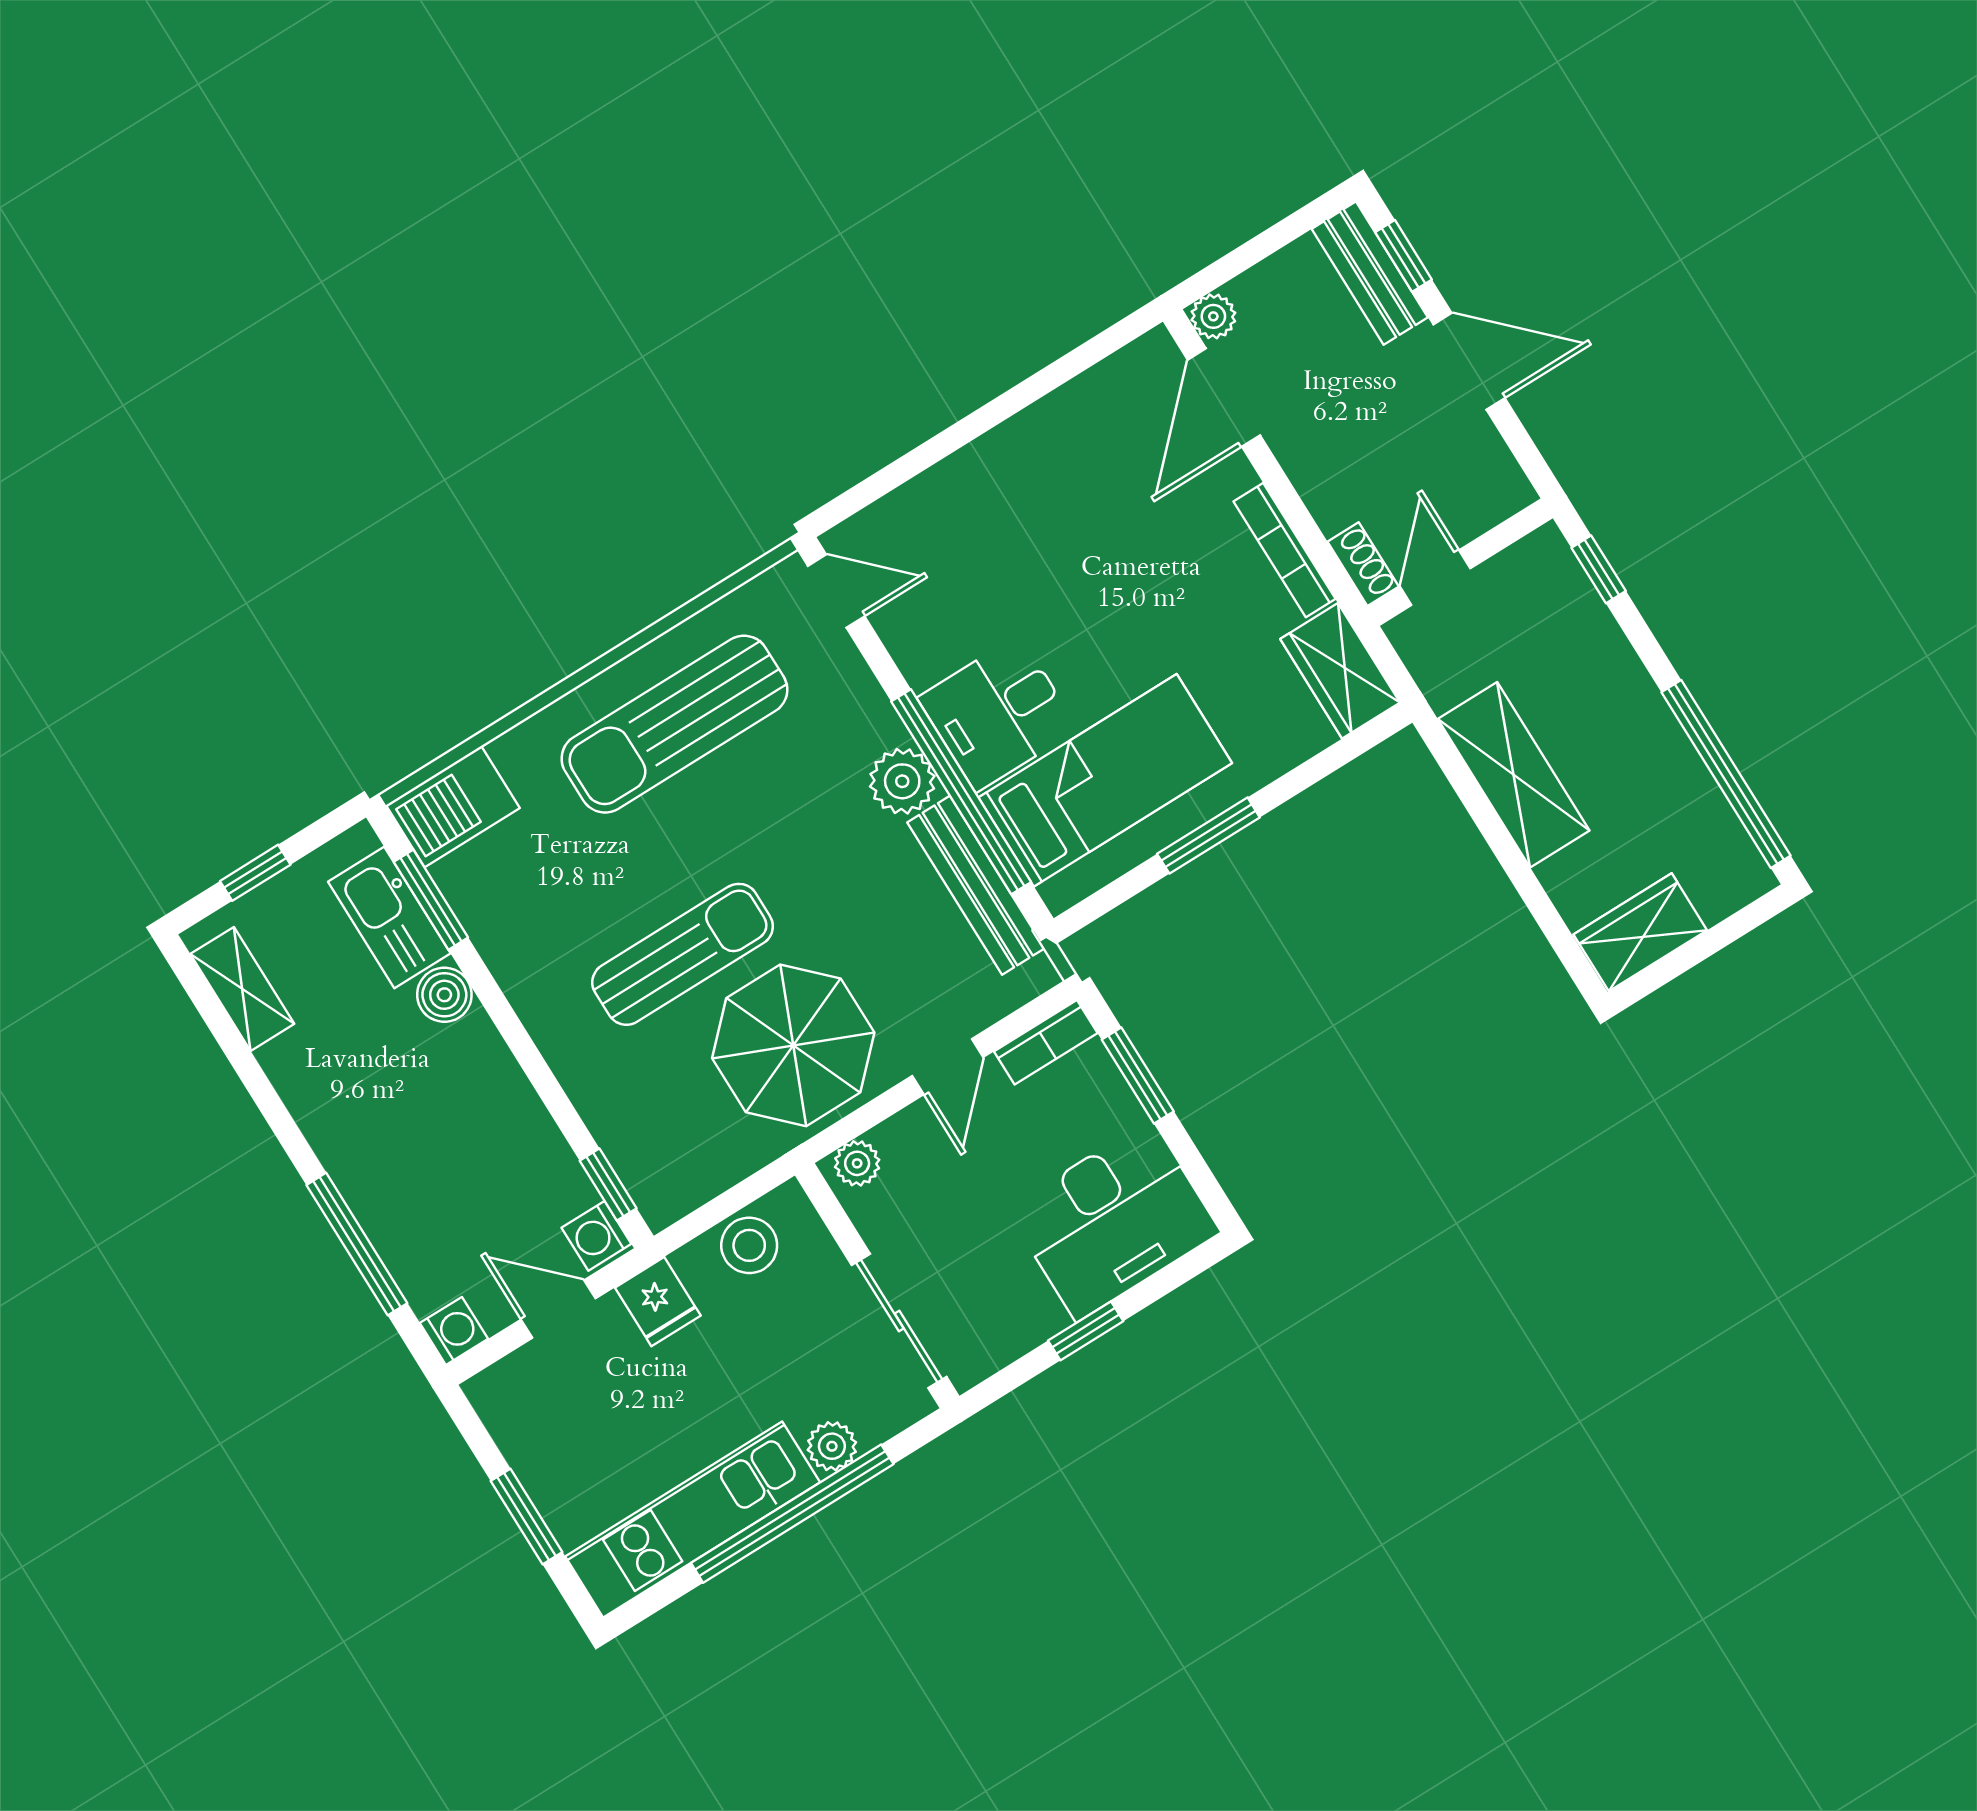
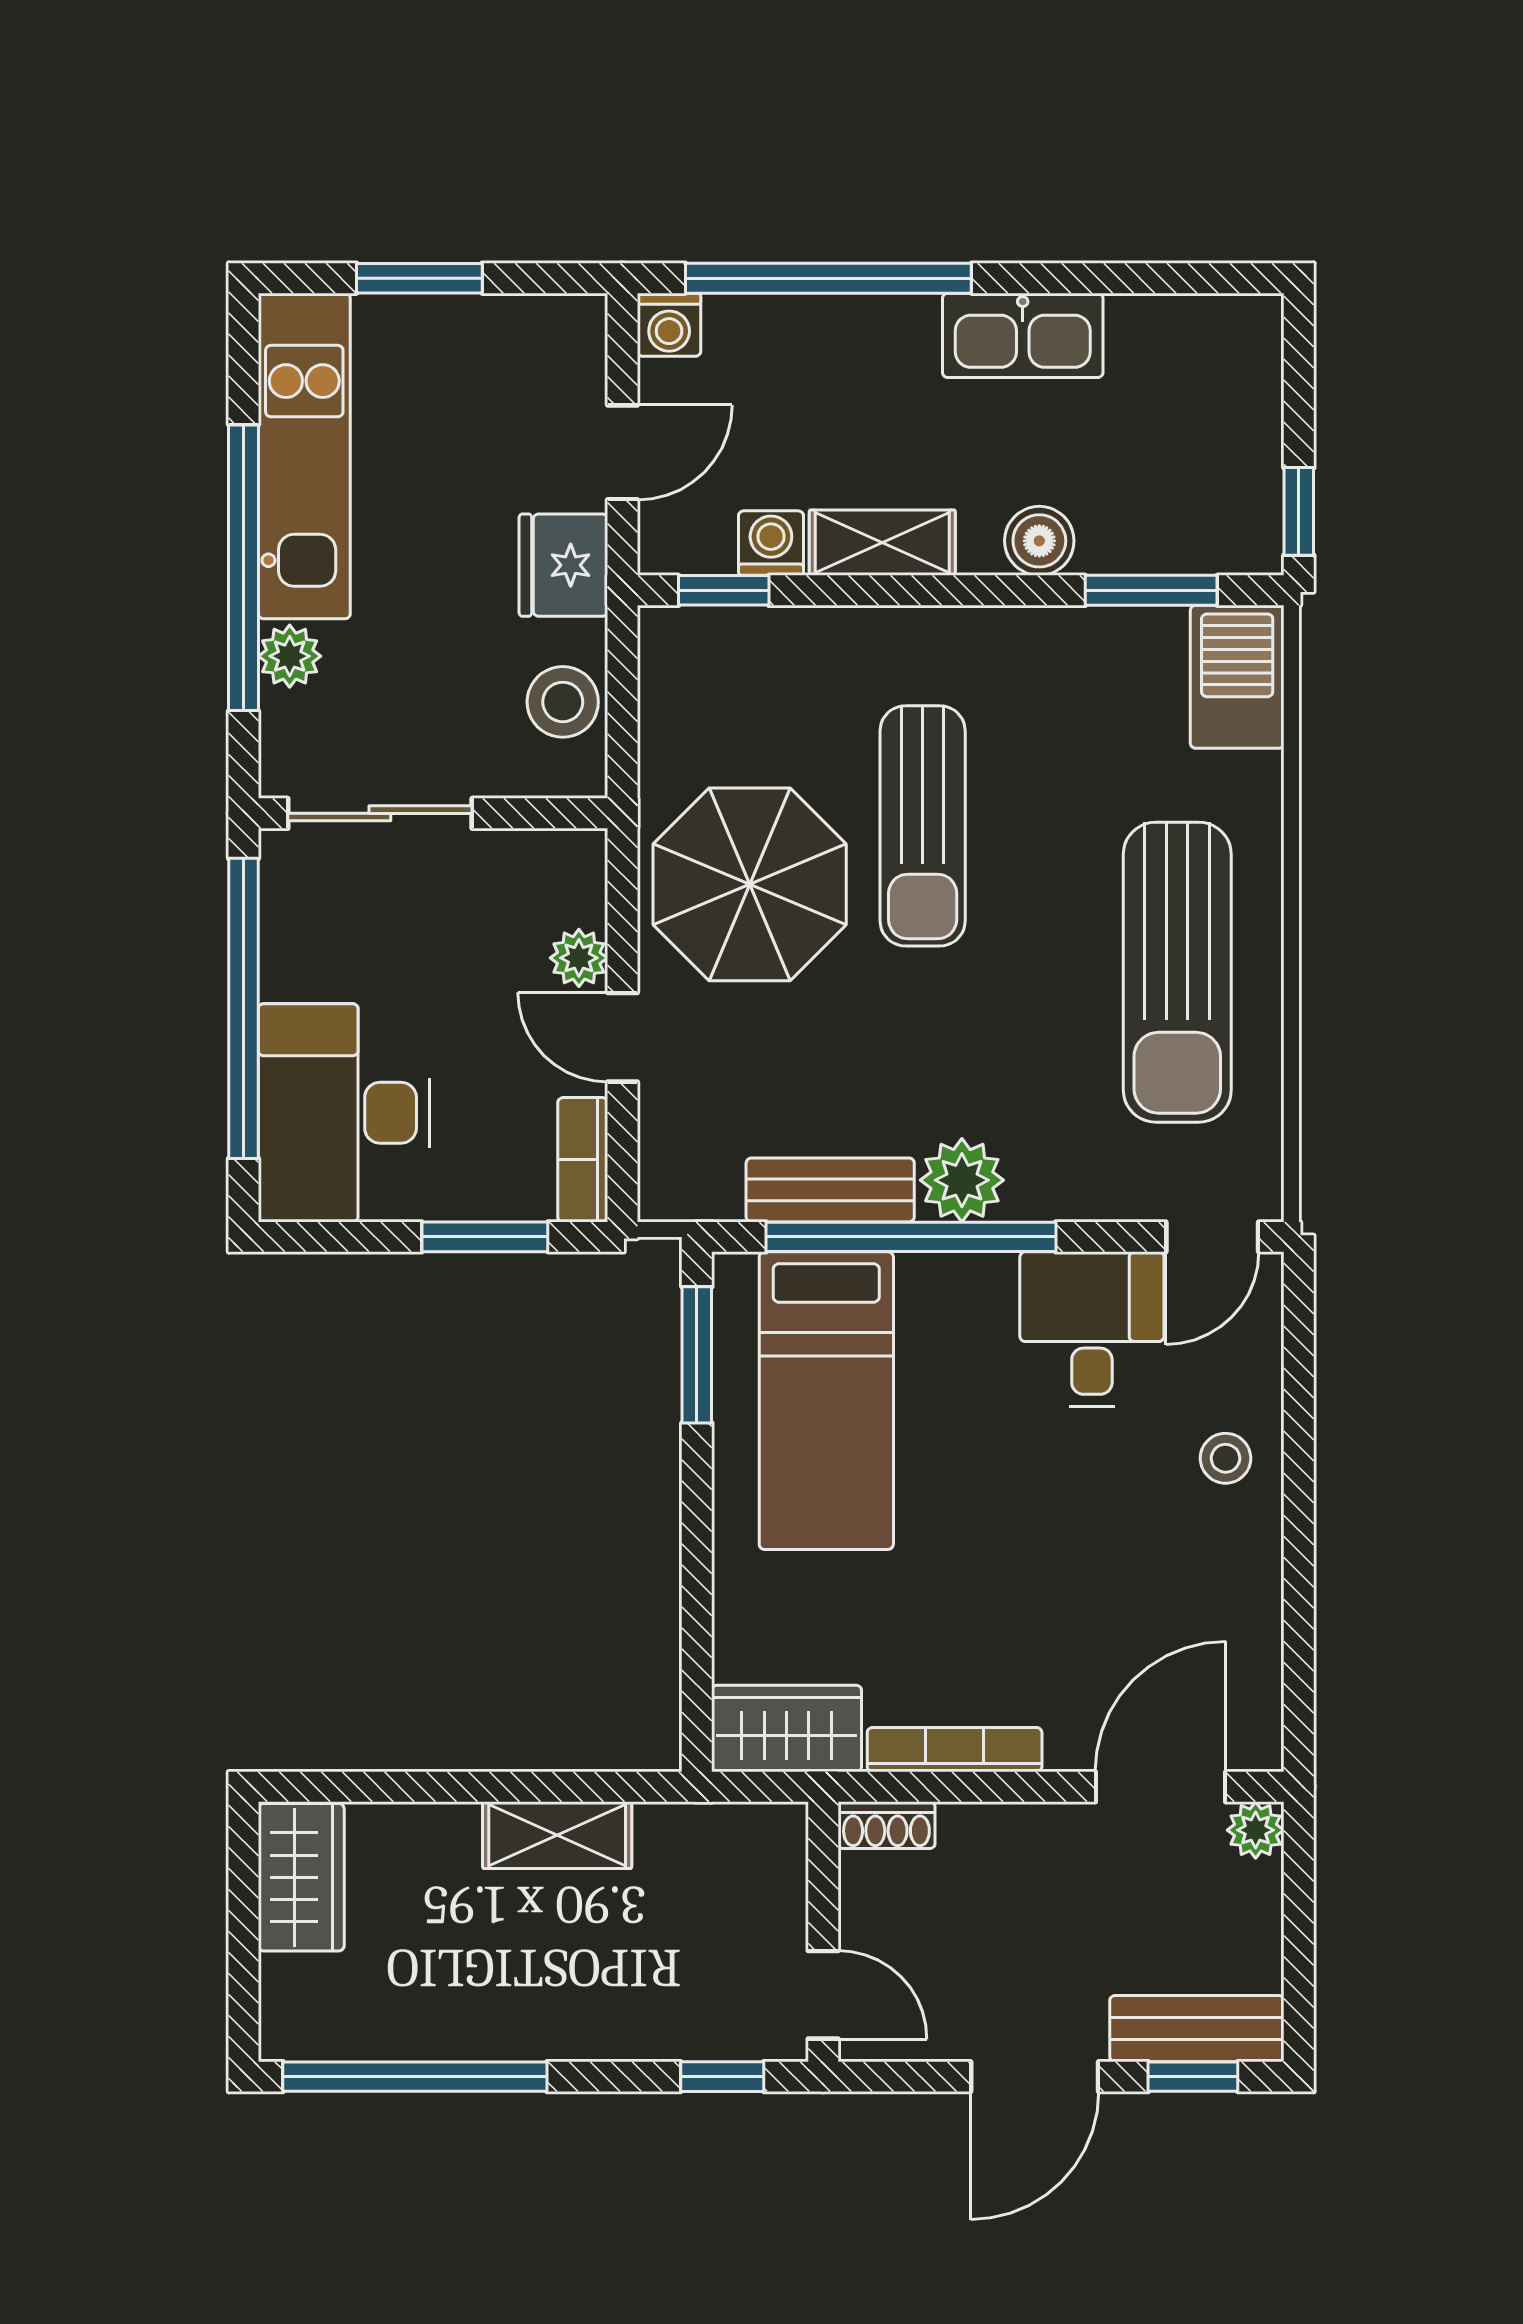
door: (1224, 398) -> (1160, 1787), hinge flipped
stool: (978, 490) -> (1225, 1458), added
door: (1435, 578) -> (823, 1995), moved
desk: (998, 713) -> (1092, 1329), moved
sun lounger: (674, 724) -> (1177, 972), turned 180
shelving: (1514, 775) -> (557, 1835), width x0.67, depth x0.75
window: (1208, 836) -> (697, 1355), moved
window: (255, 873) -> (1299, 511), moved
bench: (976, 885) -> (830, 1190), width x0.73
kitchen sink: (389, 918) -> (1023, 335), moved, turned 180
shelving: (242, 989) -> (882, 543), moved
plant: (857, 1163) -> (579, 958), moved
washing machine: (596, 1236) -> (771, 543), moved
window: (357, 1244) -> (828, 278), width x1.46
fridge: (658, 1302) -> (563, 565), width x1.38
window: (1086, 1331) -> (244, 1008), width x3.17

